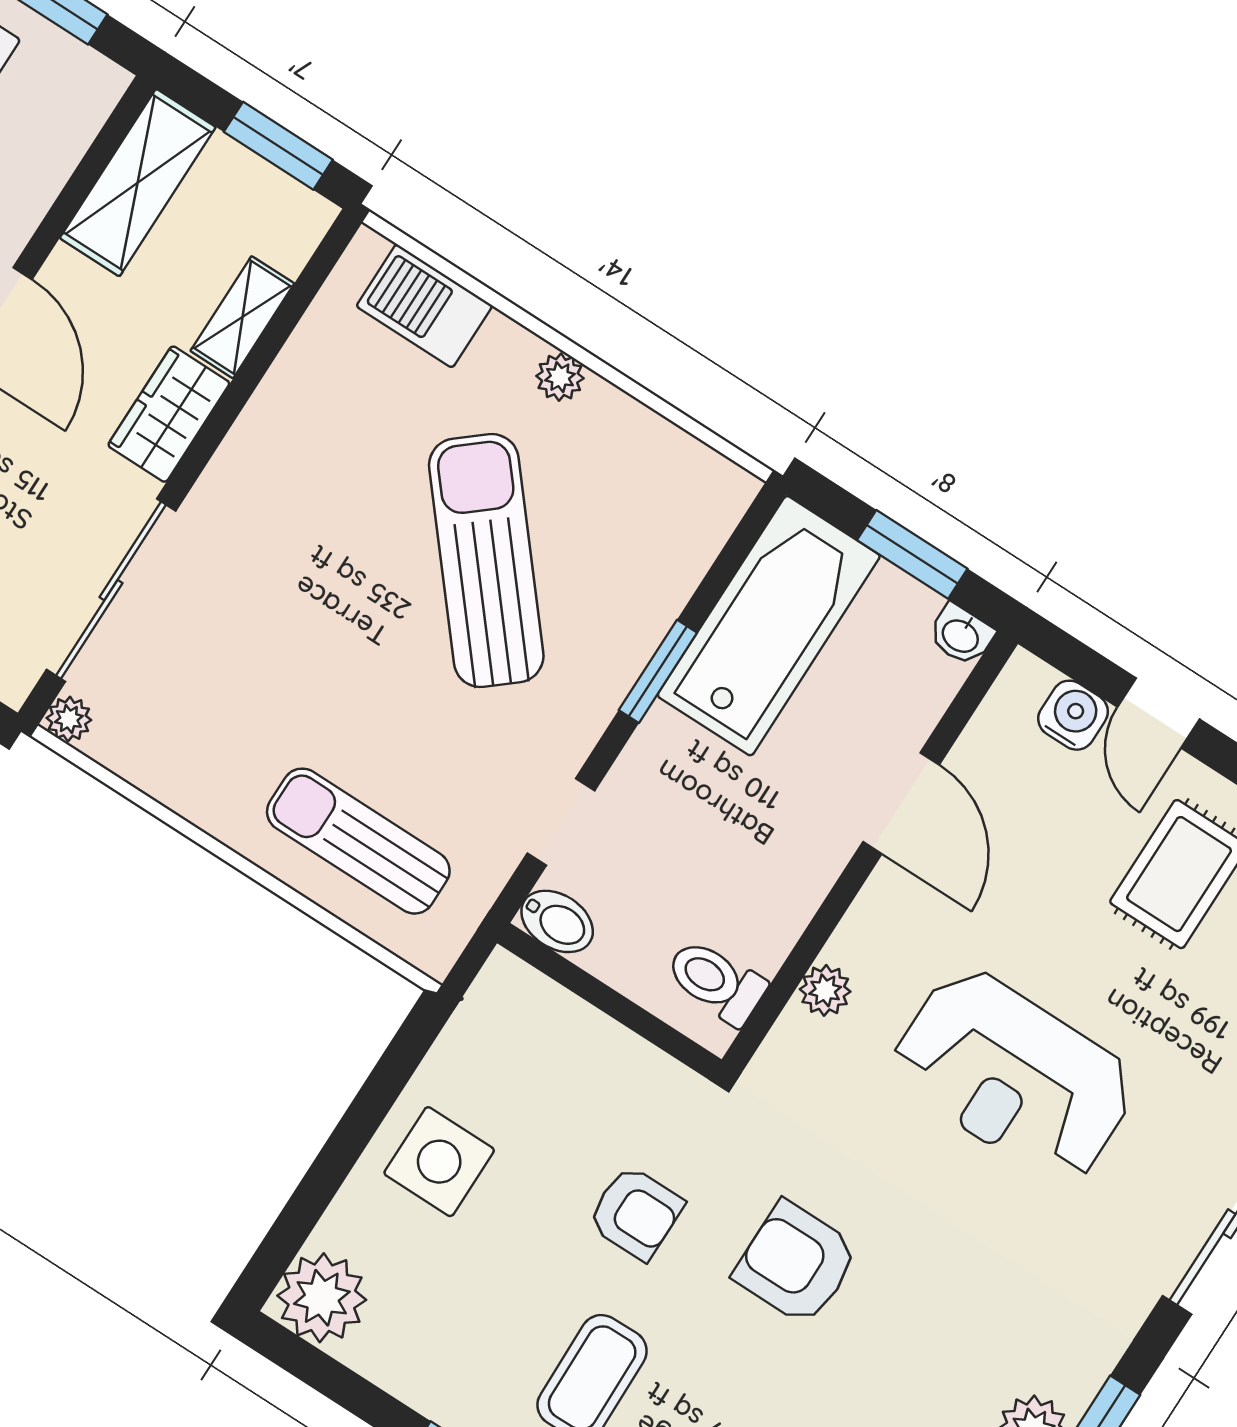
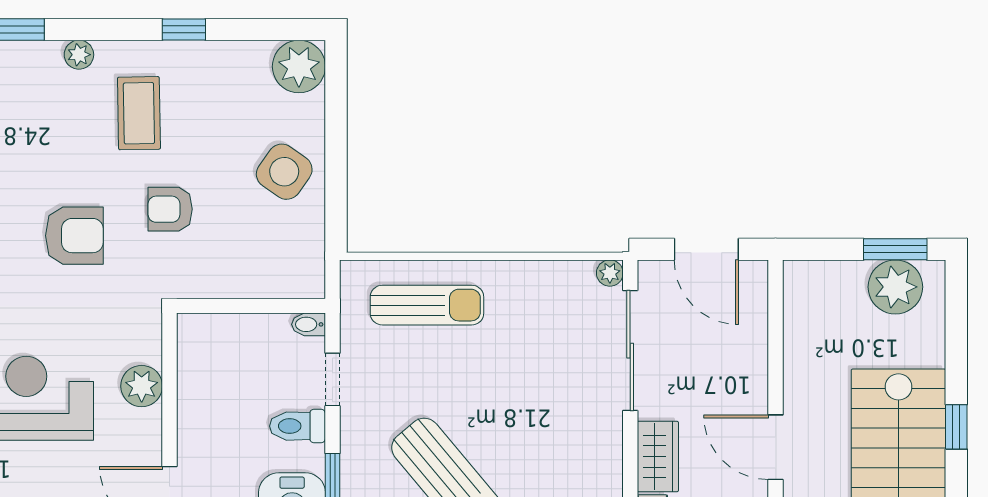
bidet: (557, 921) -> (309, 324), width x0.72, depth x0.74
toilet: (716, 981) -> (297, 426), moved, turned 180
plant: (825, 990) -> (142, 386), width x1.38, depth x1.38
side table: (439, 1162) -> (284, 172), turned 35

